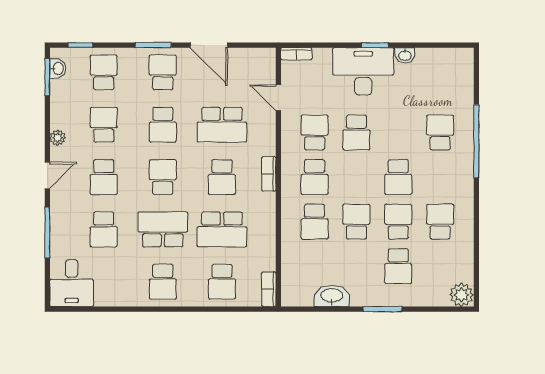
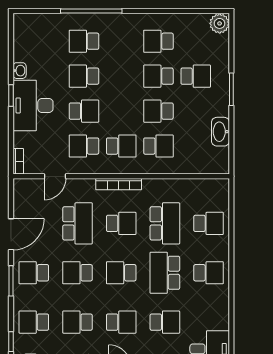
school desk: (163, 125) -> (78, 273), turned 180
bookcase: (269, 174) -> (119, 184), width x1.56
school desk: (398, 177) -> (84, 76), moved, turned 180
bookcase: (269, 289) -> (215, 184), removed

